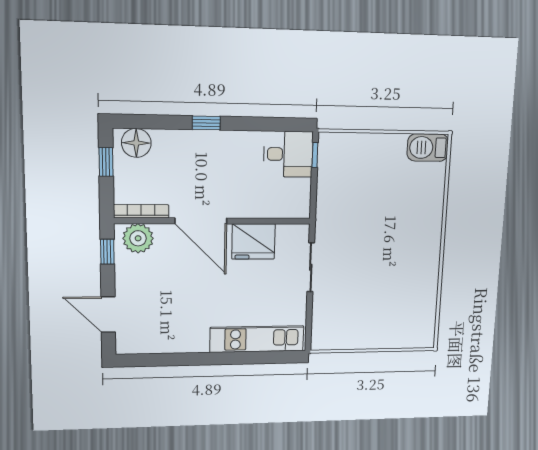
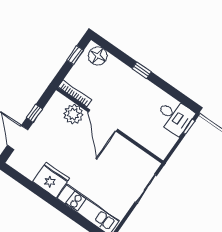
plant: (138, 238) -> (73, 114), moved
fridge: (253, 241) -> (51, 180), moved, turned 180
window: (107, 252) -> (34, 113), moved

